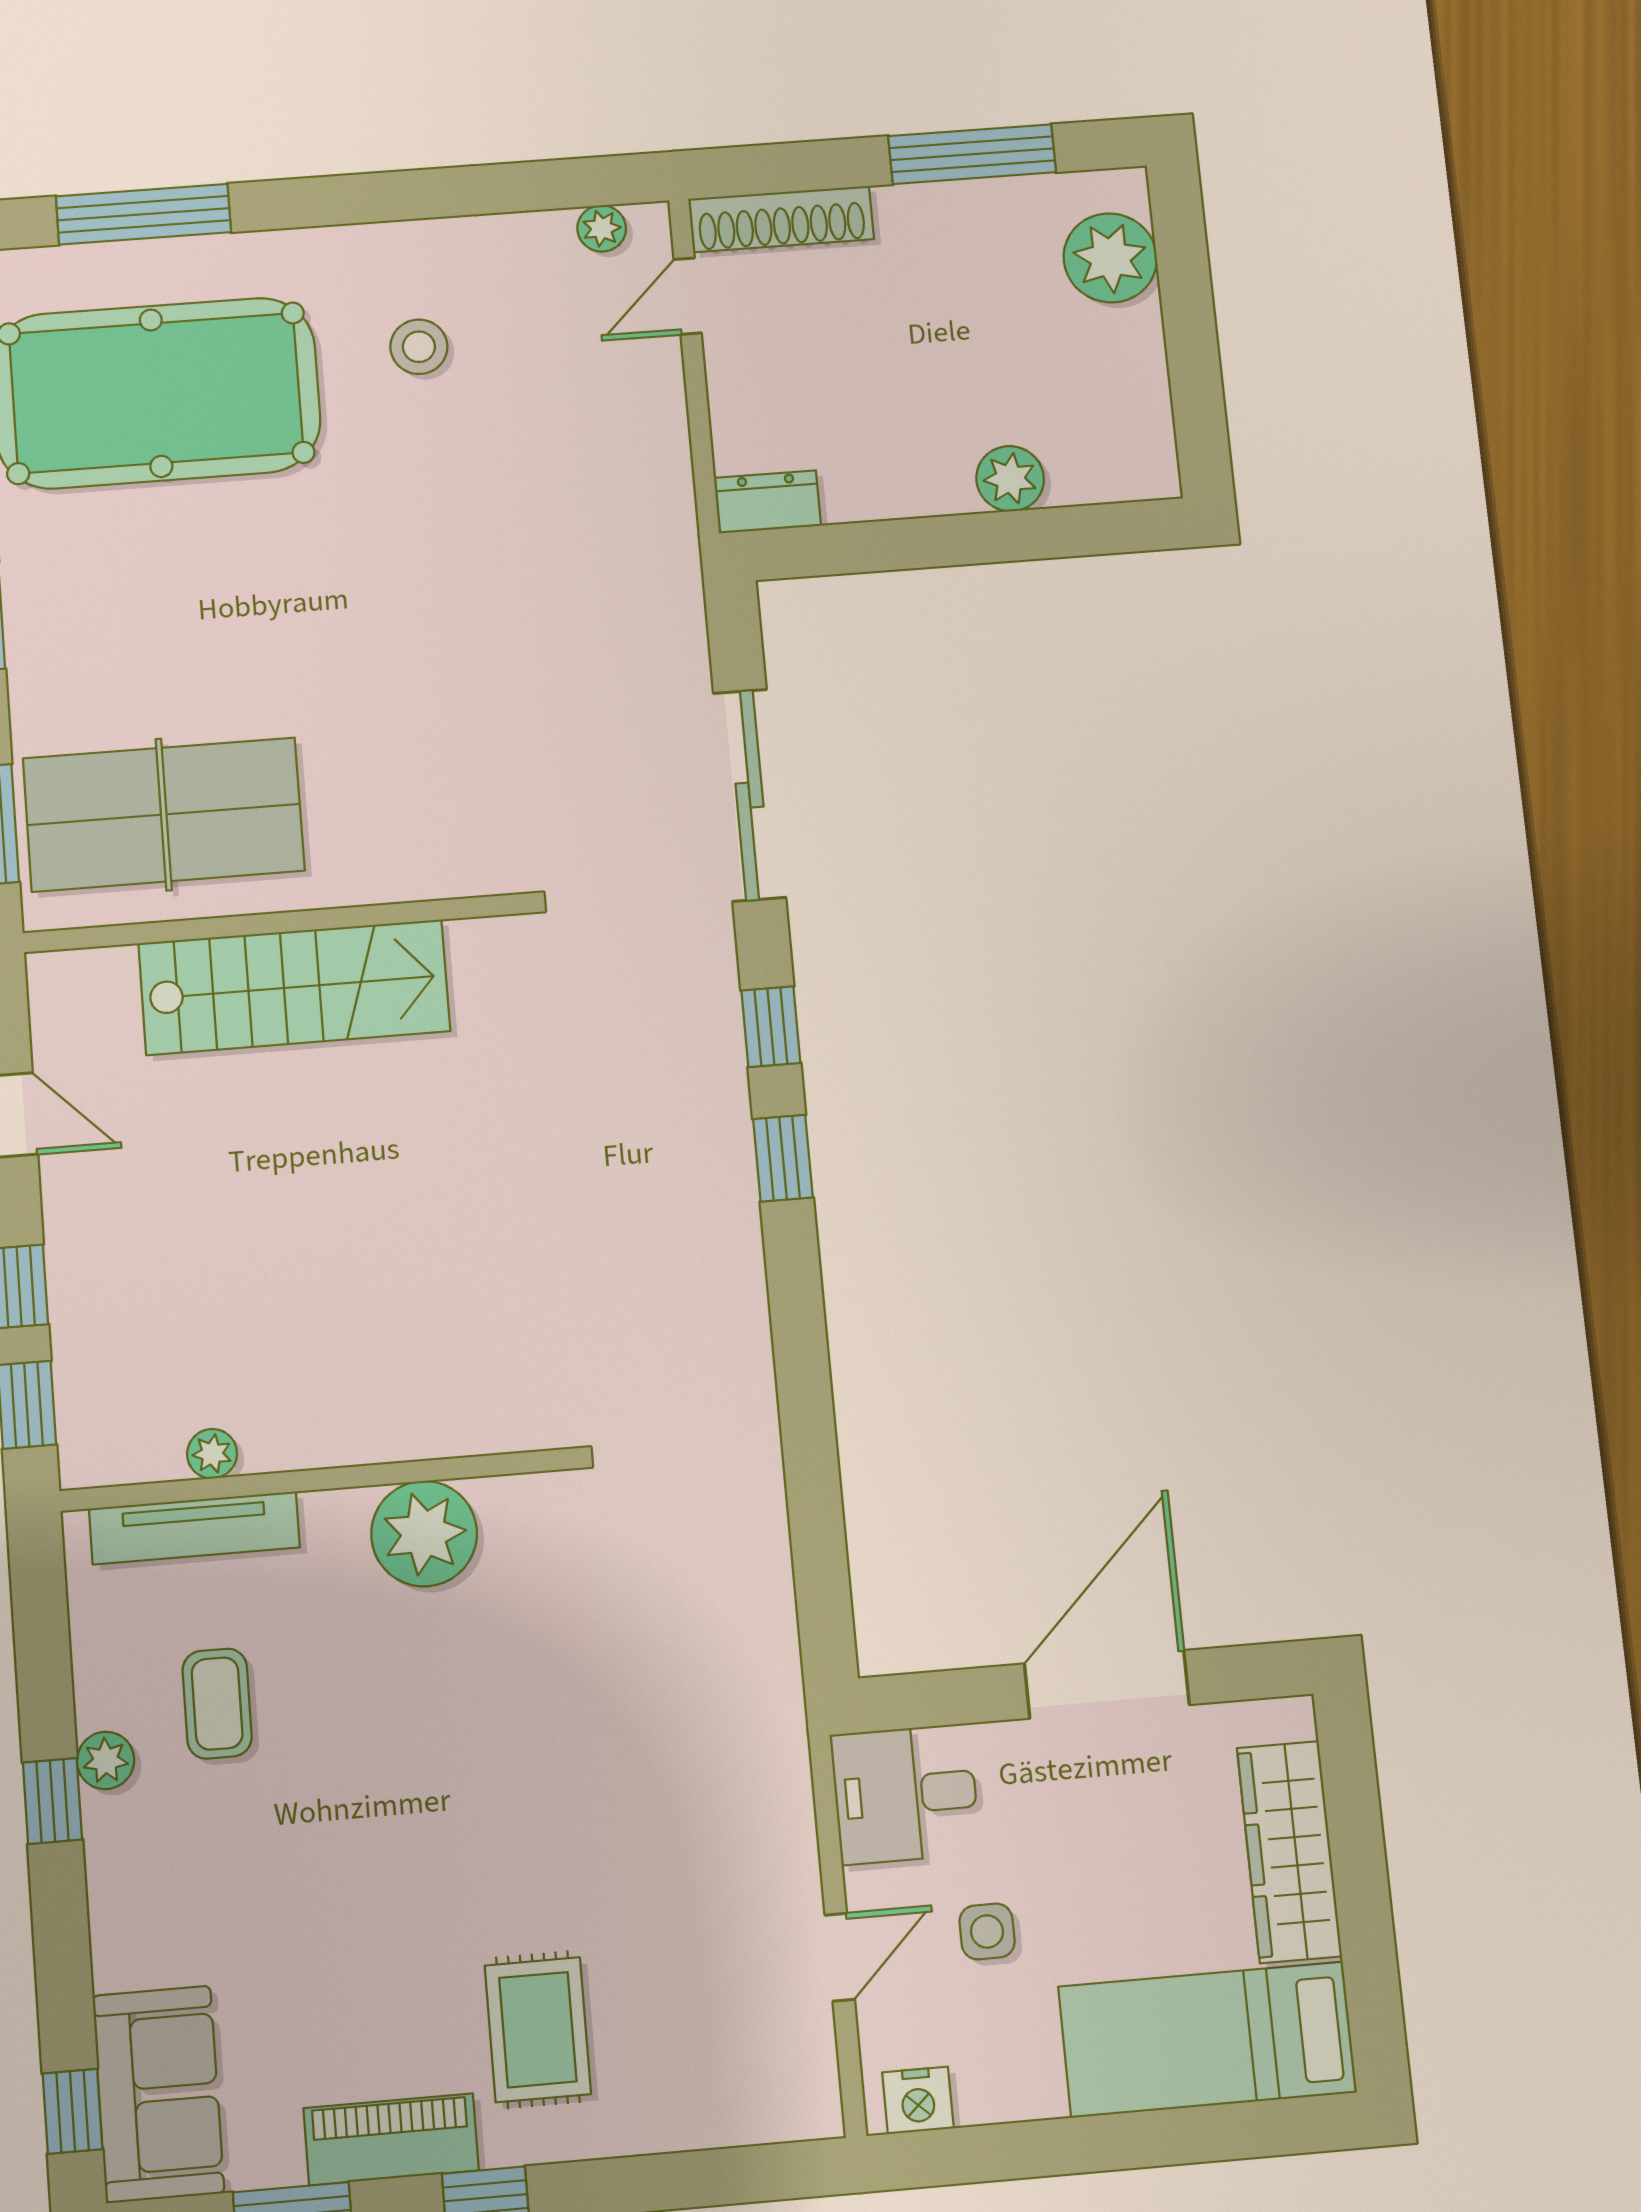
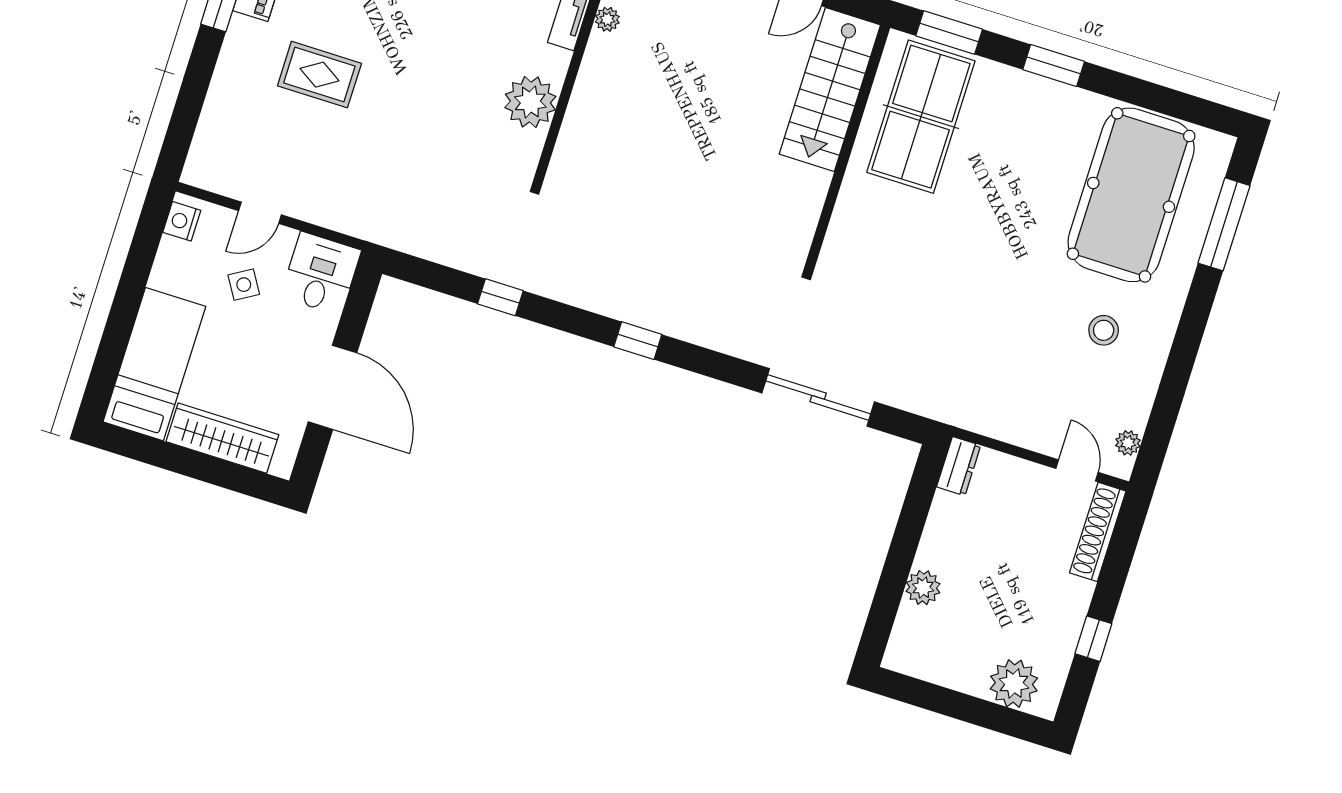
window: (972, 154) -> (1093, 639), width x0.46
stairs: (294, 987) -> (830, 90), moved
window: (771, 1027) -> (500, 297), moved
side table: (987, 1931) -> (244, 285), turned -31
door: (840, 1957) -> (260, 213), hinge flipped
rug: (538, 2030) -> (319, 75), moved

